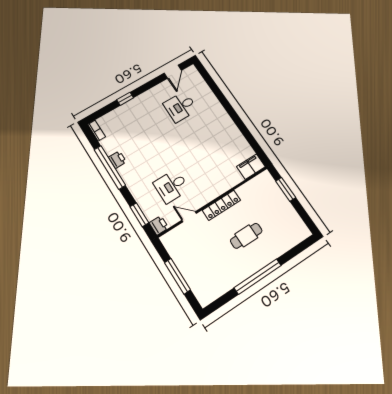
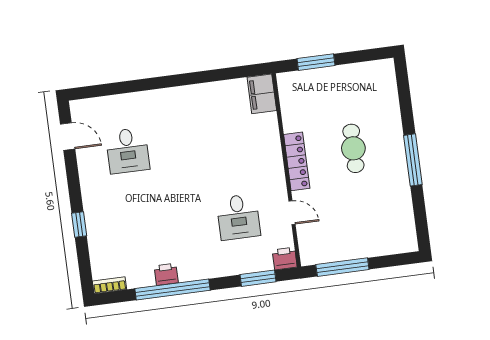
door: (189, 217) -> (292, 213), swing flipped
window: (177, 276) -> (342, 267), moved
window: (258, 277) -> (413, 160), width x0.68

